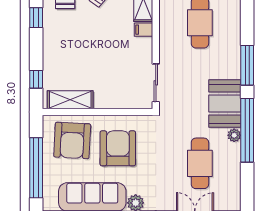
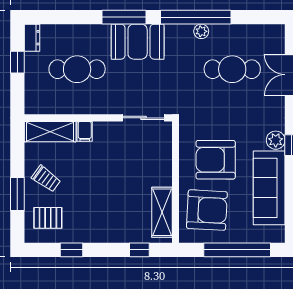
booth: (225, 104) -> (138, 42), moved

